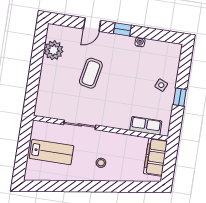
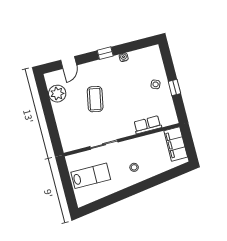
door: (92, 25) -> (69, 63), moved
row of seats: (146, 126) -> (147, 125), moved

